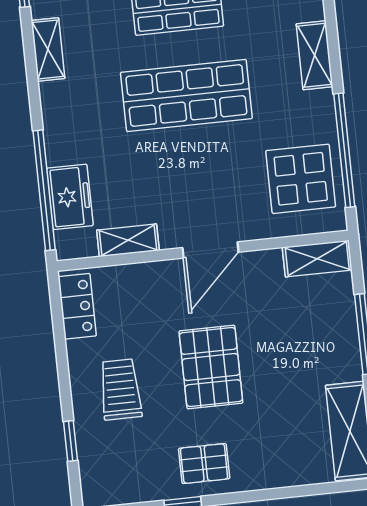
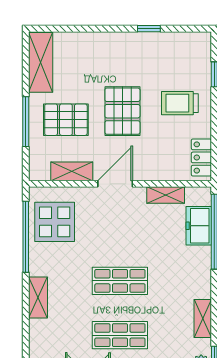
shop shelf: (186, 95) -> (120, 281), width x0.70, depth x0.74
shelving: (317, 259) -> (72, 171), moved
trolley: (120, 389) -> (180, 103), turned 90
pallet: (204, 464) -> (66, 120), moved, width x1.50, depth x1.42

